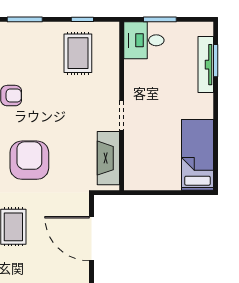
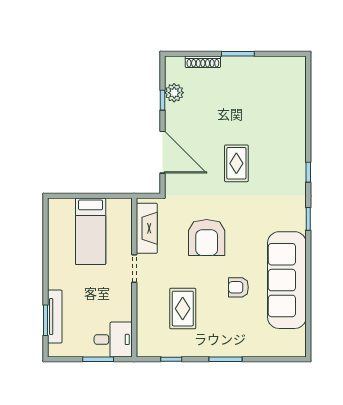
rug: (78, 53) -> (183, 309), moved
bed: (197, 155) -> (91, 231), moved
armchair: (29, 160) -> (207, 238), moved

